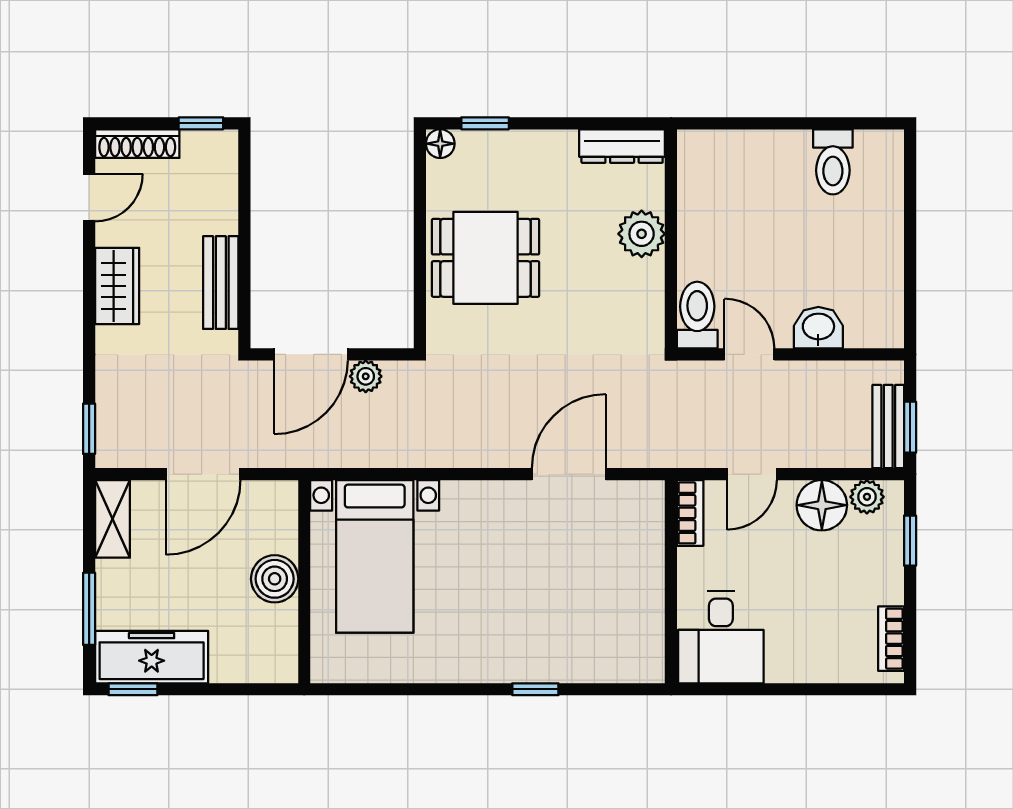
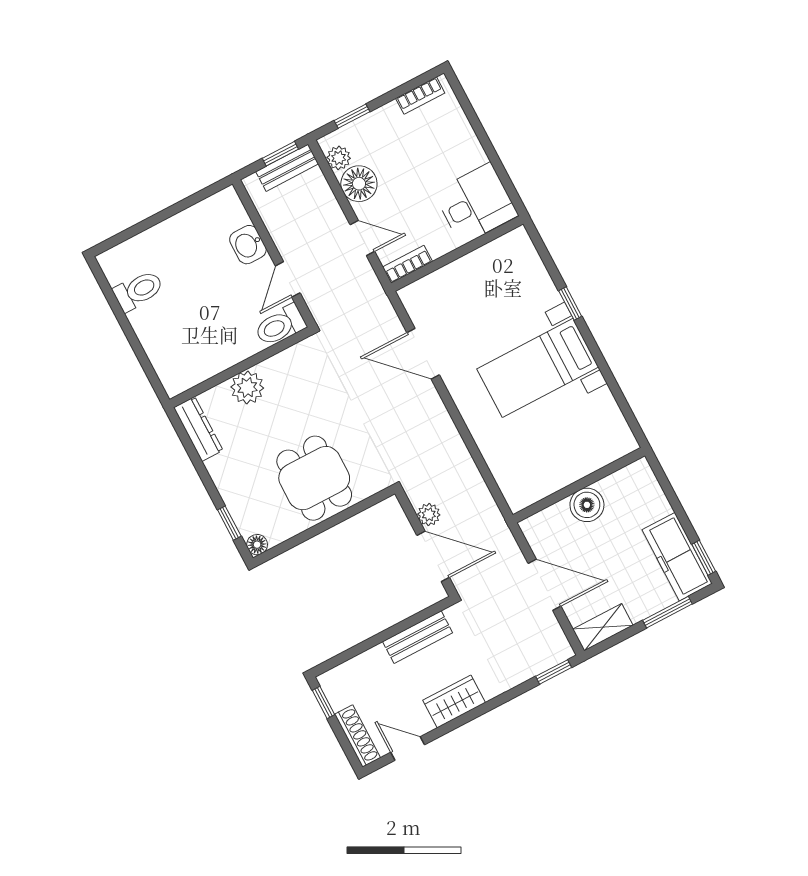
bed with nightstands: (375, 556) -> (538, 368), moved, turned 180

